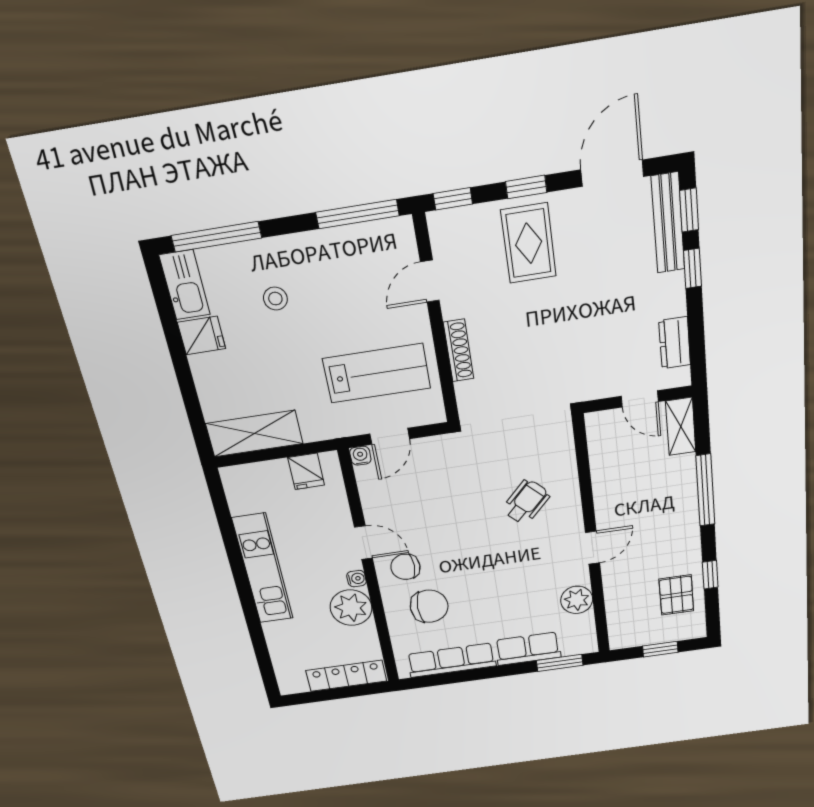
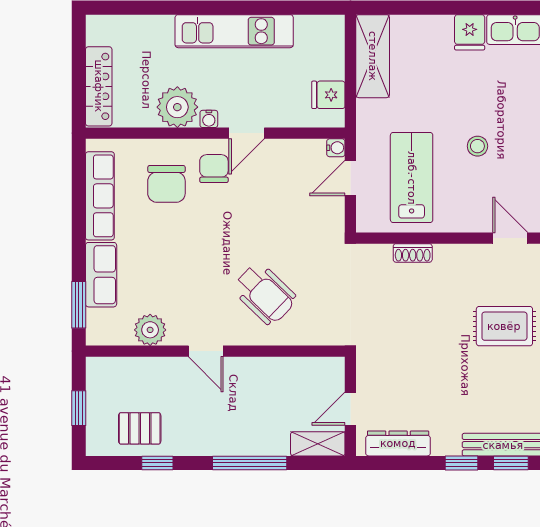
door: (430, 281) -> (510, 238), moved
stool: (275, 299) -> (477, 146), moved
dresser: (675, 343) -> (398, 443), width x1.44
shoe rack: (458, 351) -> (413, 253), width x0.70
lab bench: (377, 373) -> (412, 178), turned 180
door: (390, 436) -> (350, 178), hinge flipped
wheelchair: (526, 502) -> (265, 294), width x1.36, depth x1.37

